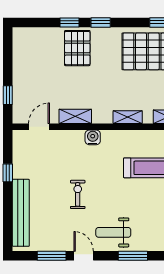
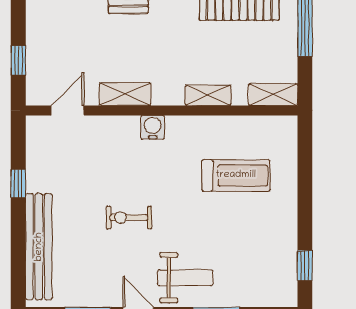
exercise bike: (78, 194) -> (129, 218), turned -90
weight bench: (113, 232) -> (185, 278), turned 180

